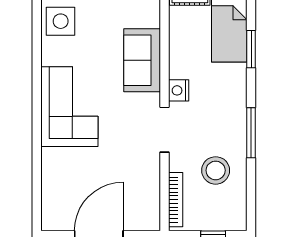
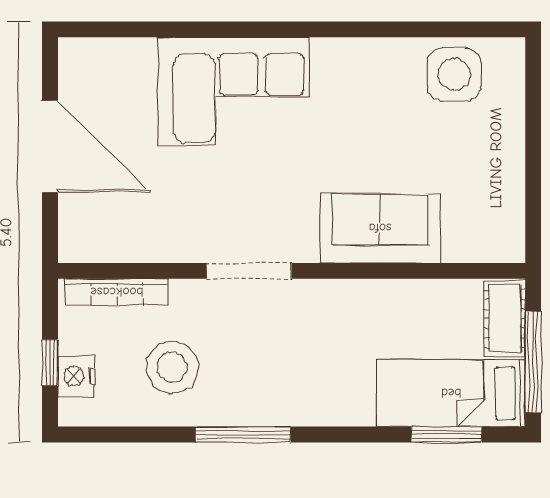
window: (251, 49) -> (447, 435), moved
nightstand: (179, 90) -> (77, 376), moved, turned -90
corner sofa: (69, 107) -> (234, 91), moved

